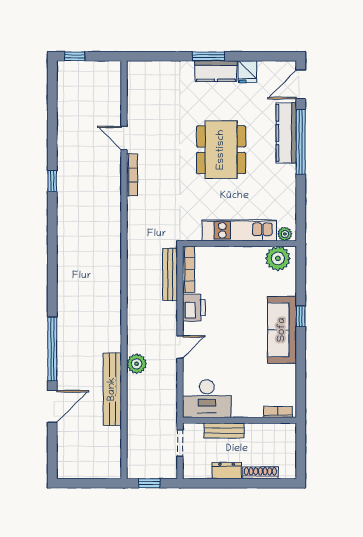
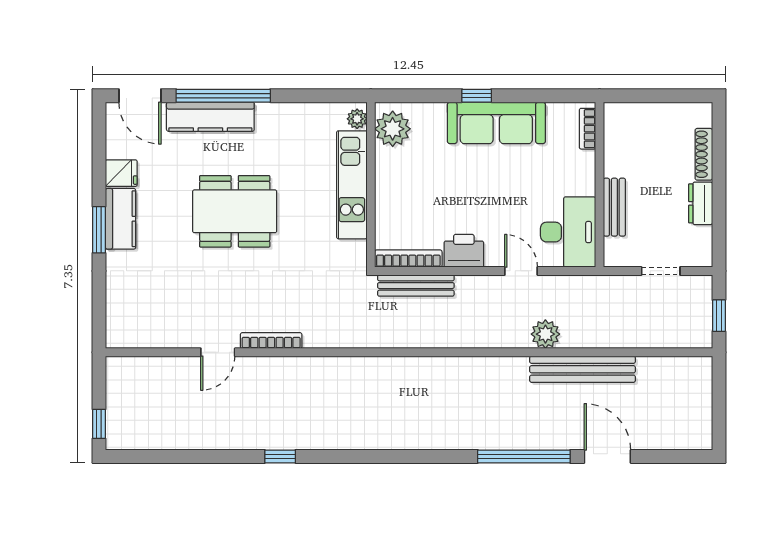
desk: (207, 399) -> (568, 232), moved
bookcase: (278, 412) -> (588, 129), moved
wall: (239, 420) -> (599, 185), moved
bench: (224, 430) -> (614, 207), moved

